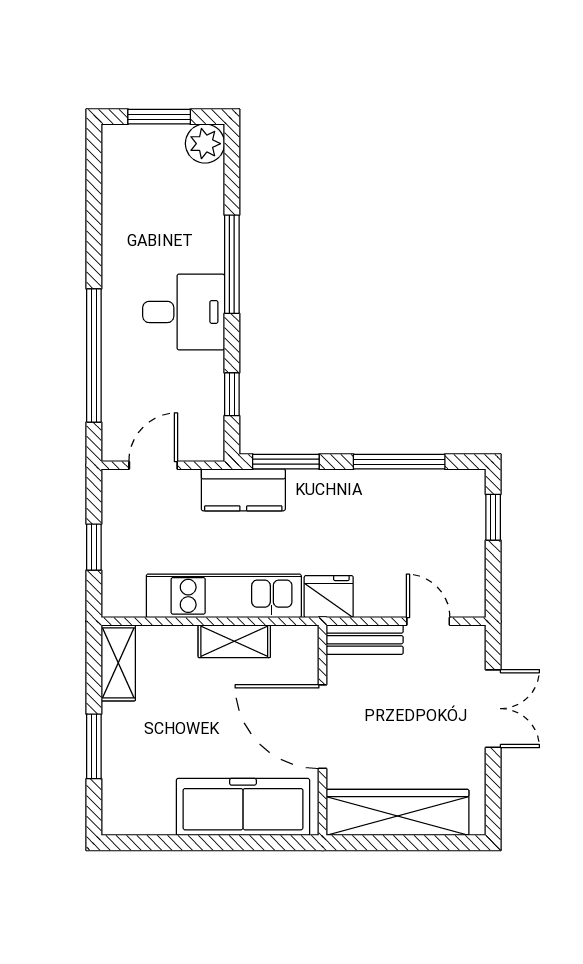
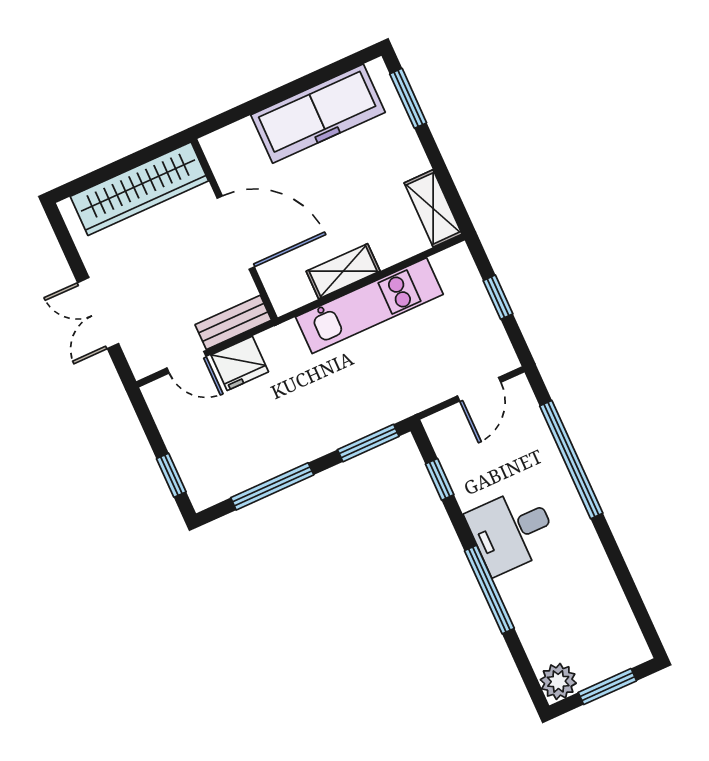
kitchen counter: (243, 490) -> (393, 403), removed
fridge: (329, 597) -> (240, 363), moved
window: (94, 746) -> (408, 98), moved
freezer: (243, 807) -> (318, 114), moved

